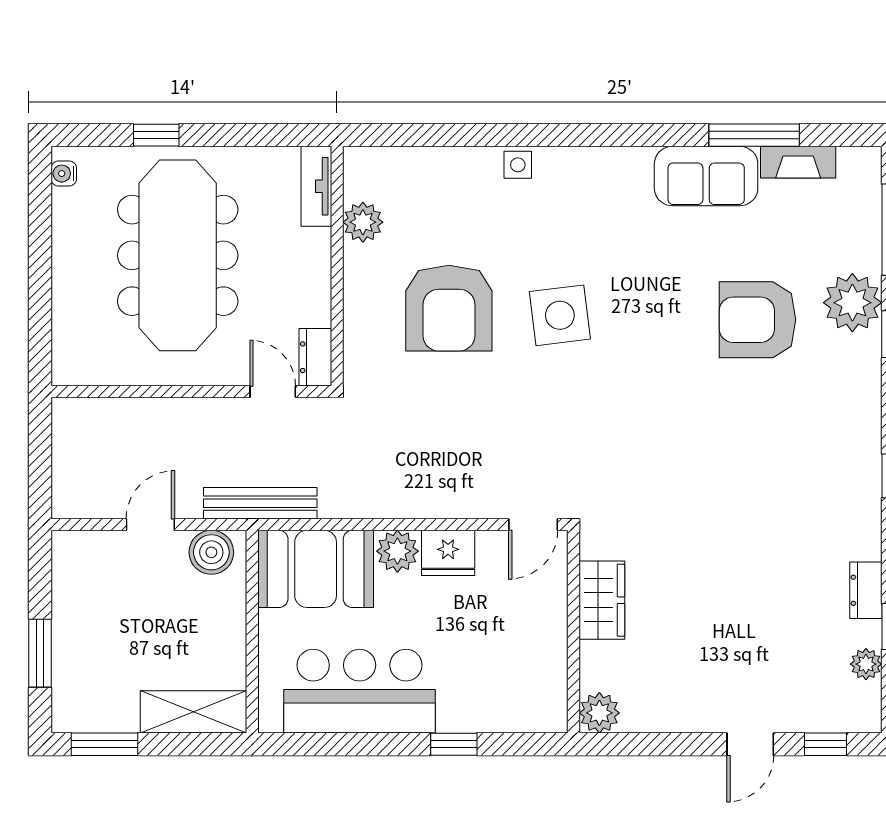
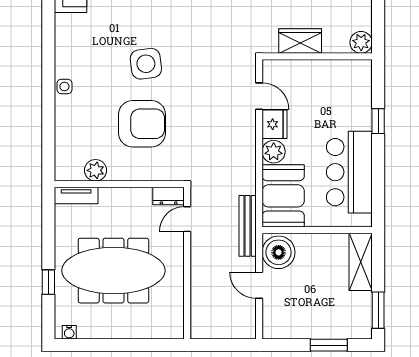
door: (533, 525) -> (259, 96), moved
boiler: (211, 552) -> (279, 252), width x1.37, depth x1.37

